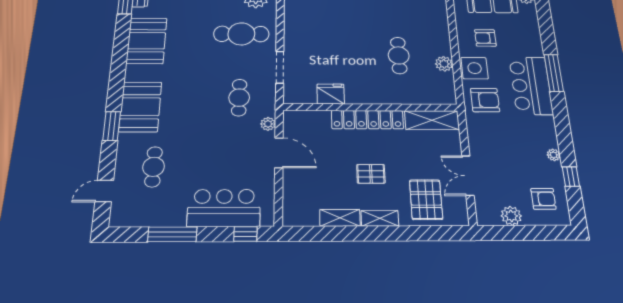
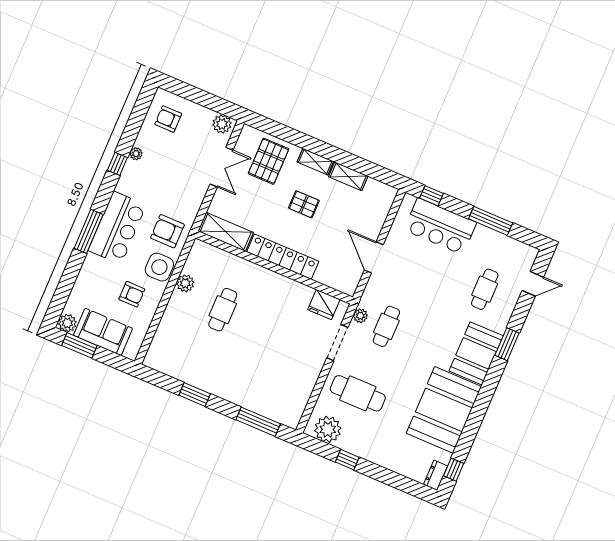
booth: (147, 41) -> (444, 410), width x1.36, depth x1.42
fridge: (331, 94) -> (324, 304), moved
plant: (268, 124) -> (360, 316), moved
window: (571, 177) -> (117, 164), moved
plant: (511, 216) -> (222, 124), moved

